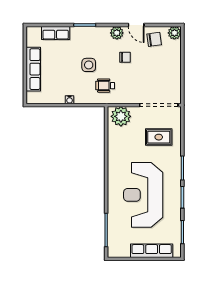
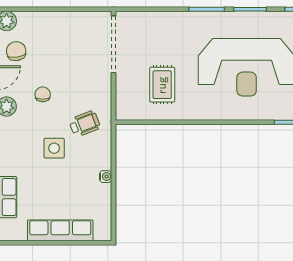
wheelchair: (105, 86) -> (85, 124), turned -111
plant: (121, 116) -> (130, 100), removed
rug: (159, 137) -> (162, 85), moved

